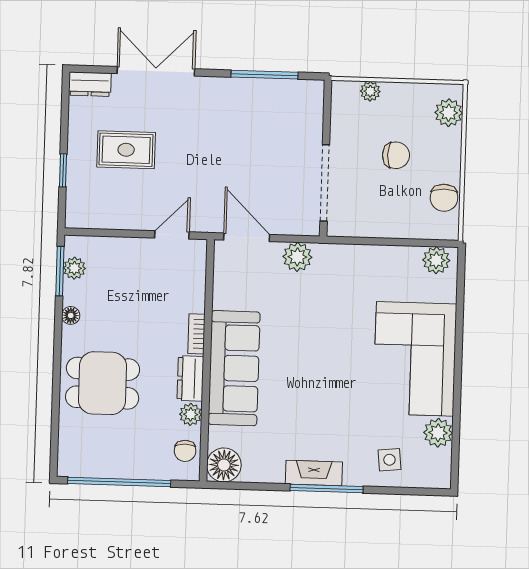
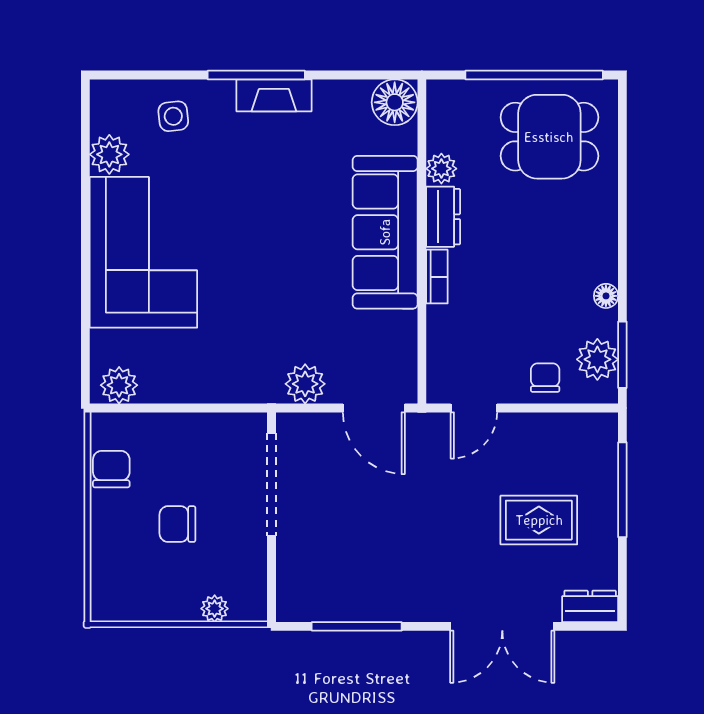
plant: (449, 113) -> (109, 583), removed
window: (63, 170) -> (622, 490), width x2.17
plant: (74, 268) -> (597, 359), width x1.38, depth x1.38
dining table: (103, 383) -> (549, 137), moved
chair: (185, 451) -> (545, 378), moved

